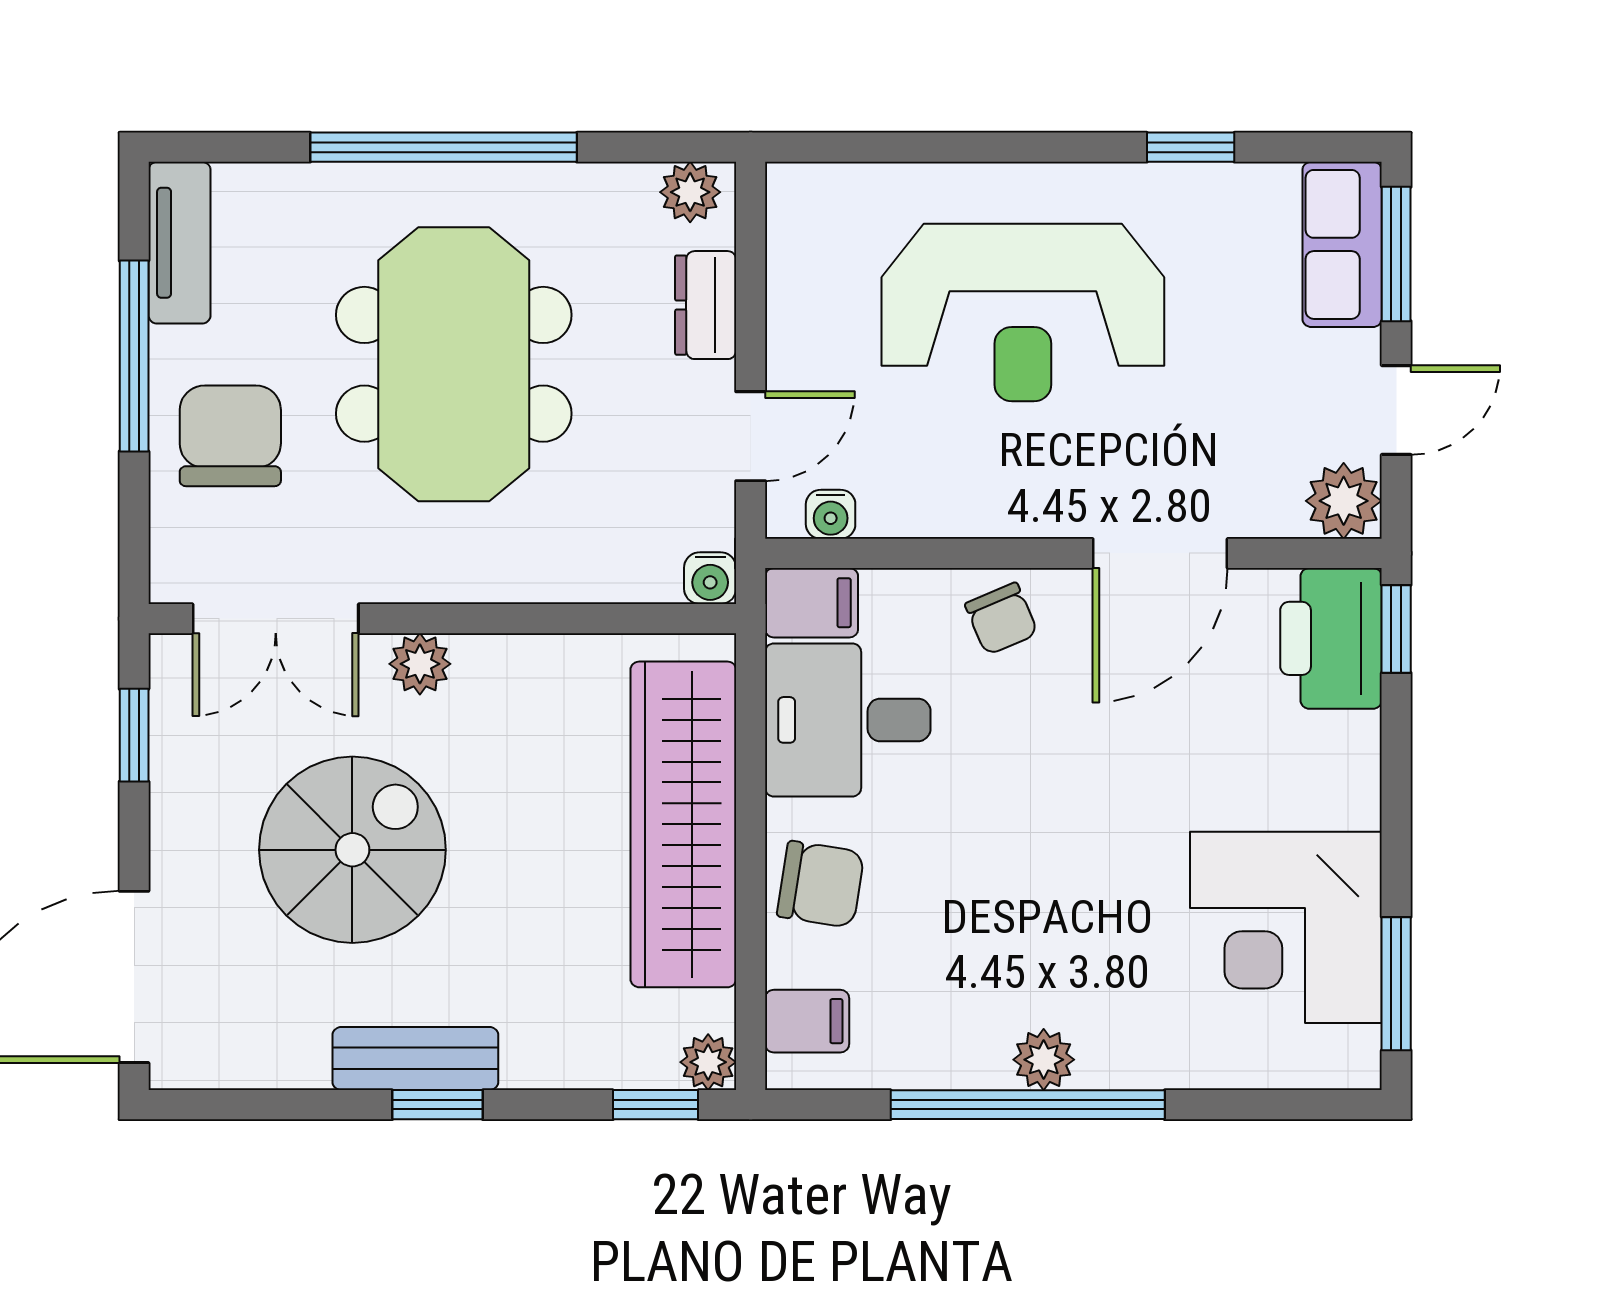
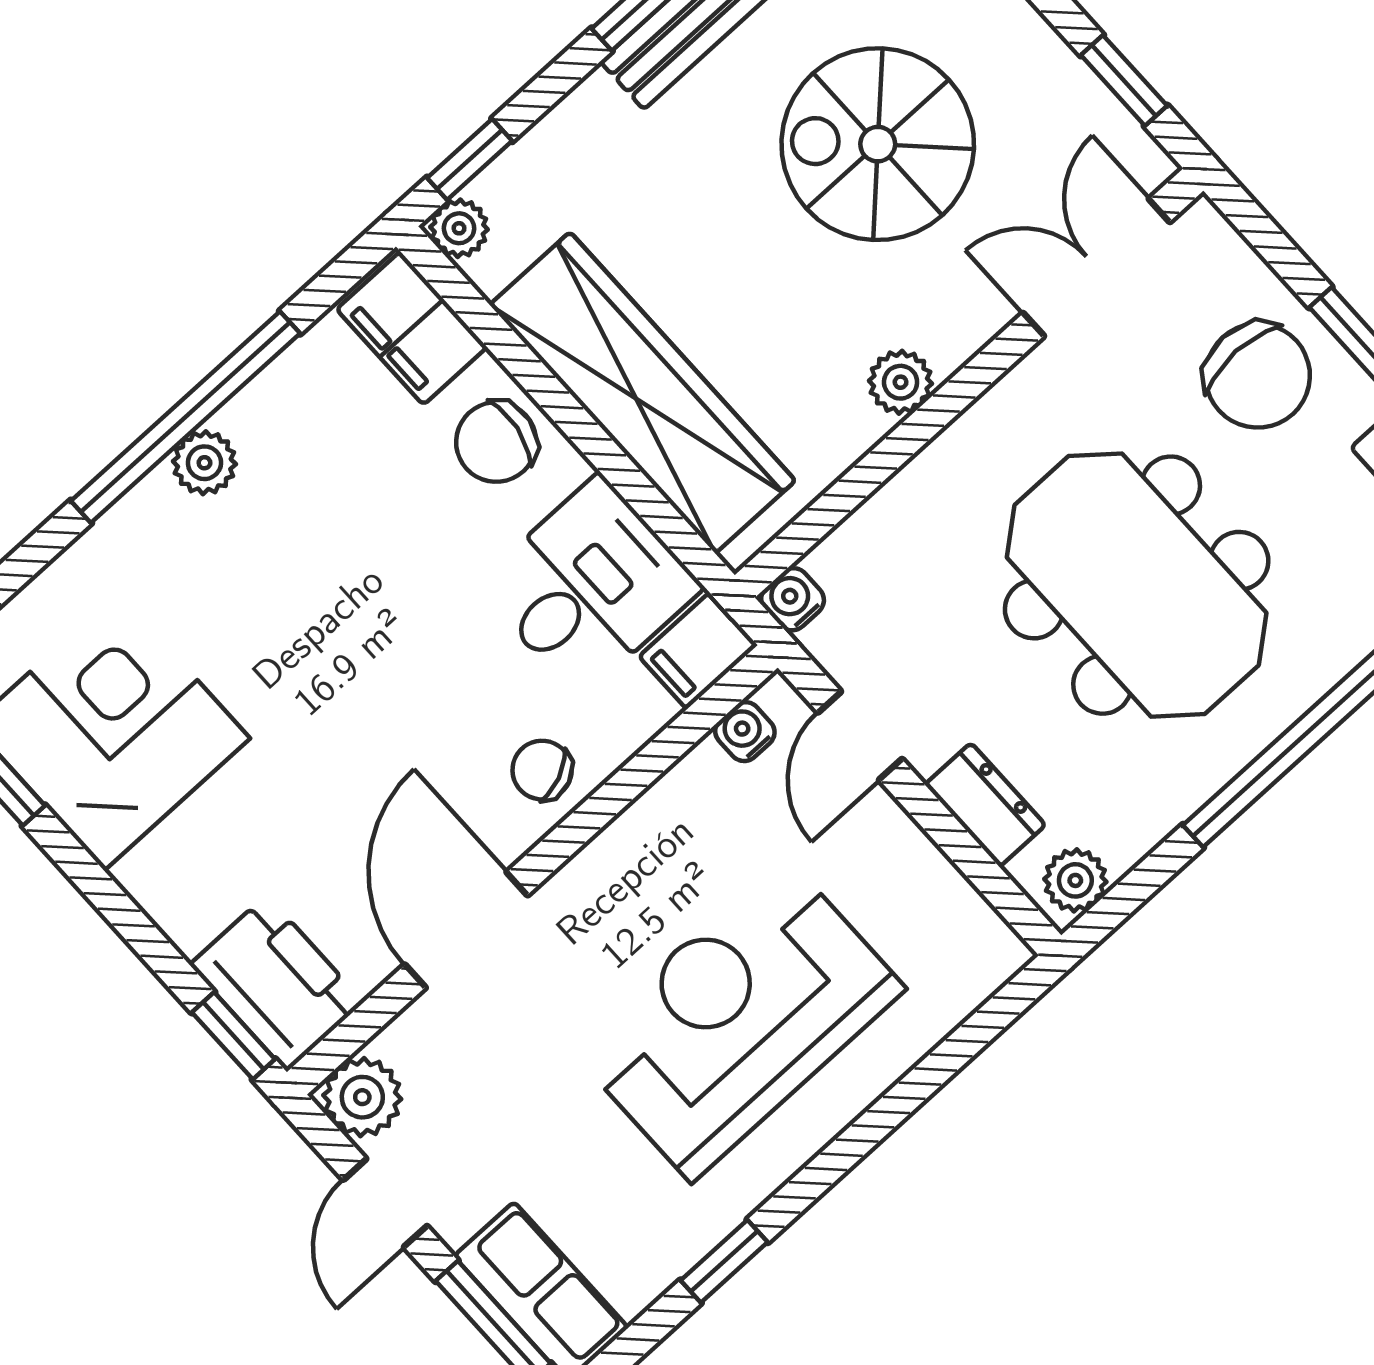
plant: (420, 664) -> (901, 382), moved
spiral stairs: (352, 850) -> (878, 144), turned 90
filing cabinet: (807, 1021) -> (412, 328), width x2.00

